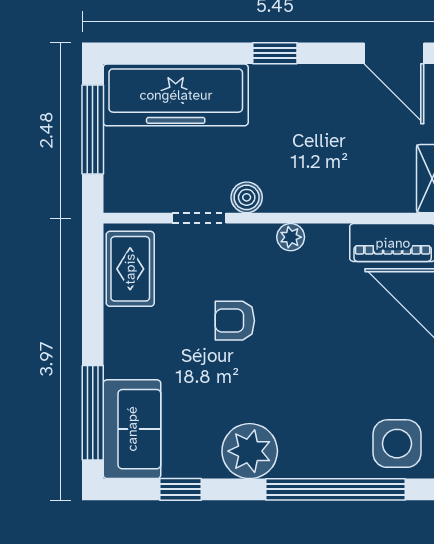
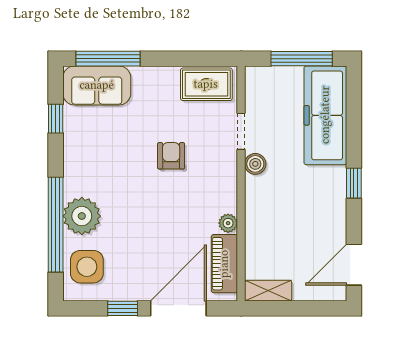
plant: (291, 237) -> (228, 223), moved
plant: (250, 451) -> (82, 216), moved

